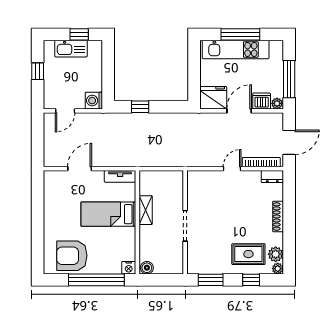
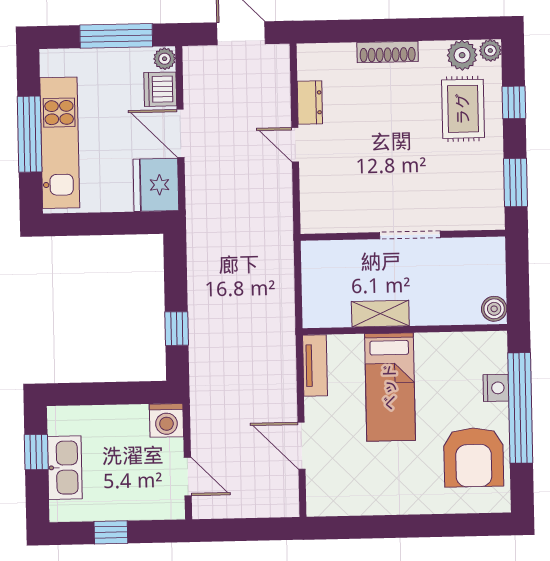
bookcase: (261, 162) -> (281, 87), removed
dresser: (272, 177) -> (310, 103), moved
nightstand: (129, 268) -> (496, 388), moved

